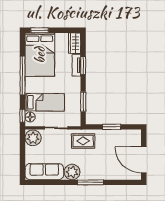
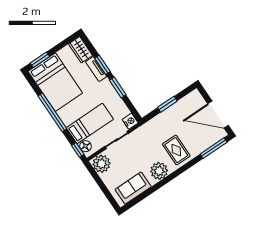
window: (83, 102) -> (118, 88), moved
nightstand: (76, 121) -> (130, 121), added
rug: (83, 141) -> (176, 150), moved, turned 90
sofa: (44, 172) -> (133, 188), width x0.73
window: (91, 182) -> (214, 148), moved

